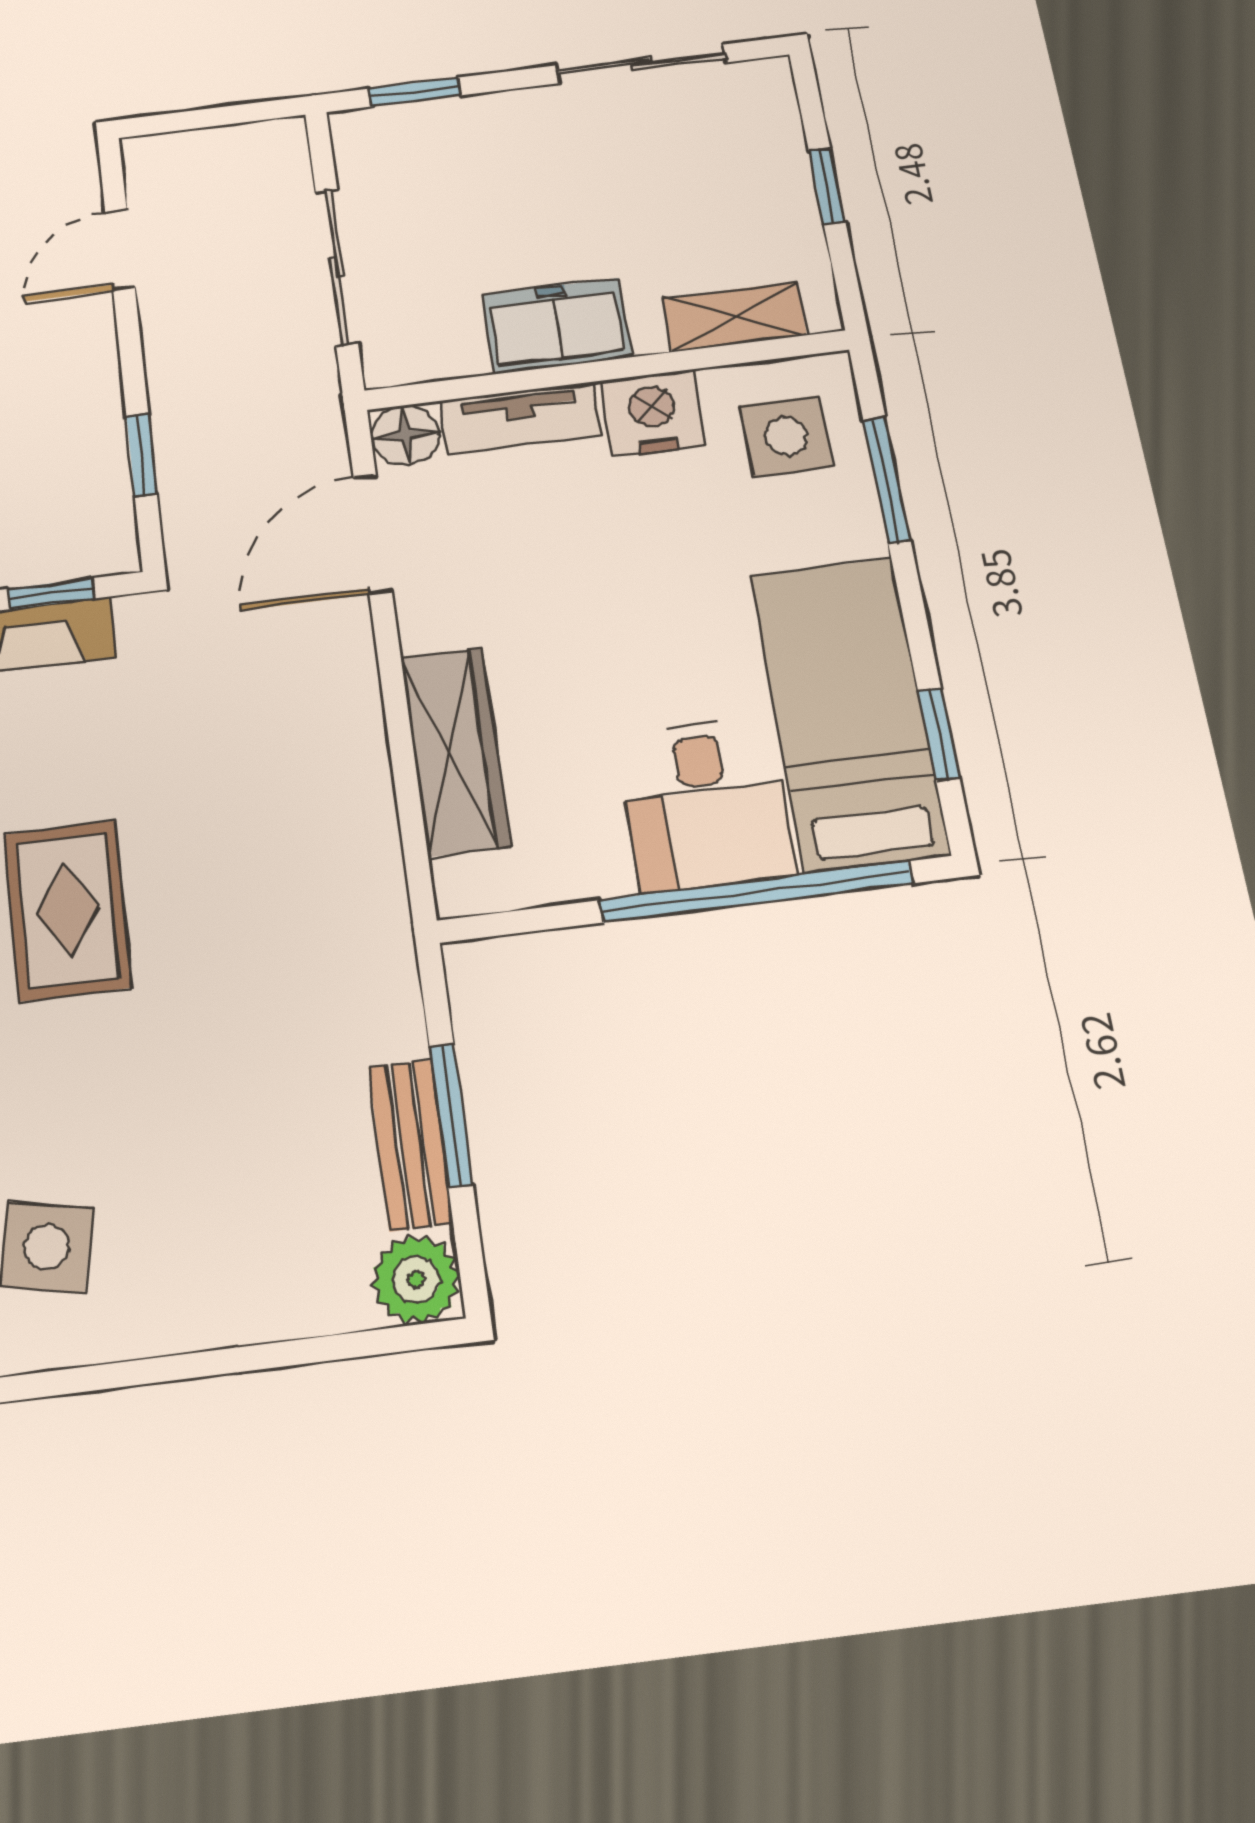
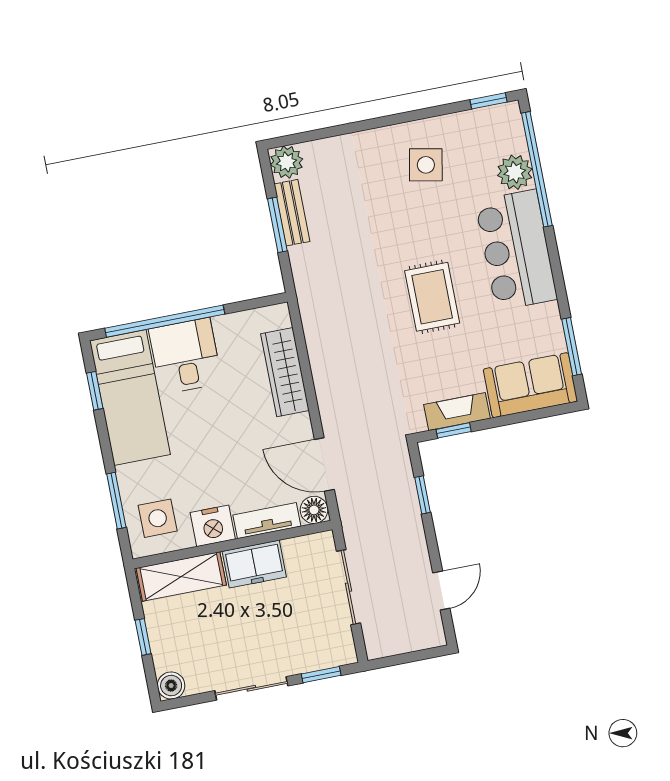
sliding door: (641, 64) -> (251, 688), moved
boiler: (764, 85) -> (171, 686), added
shelving: (734, 317) -> (181, 577), width x1.50, depth x1.33
door: (373, 534) -> (324, 464), swing flipped

